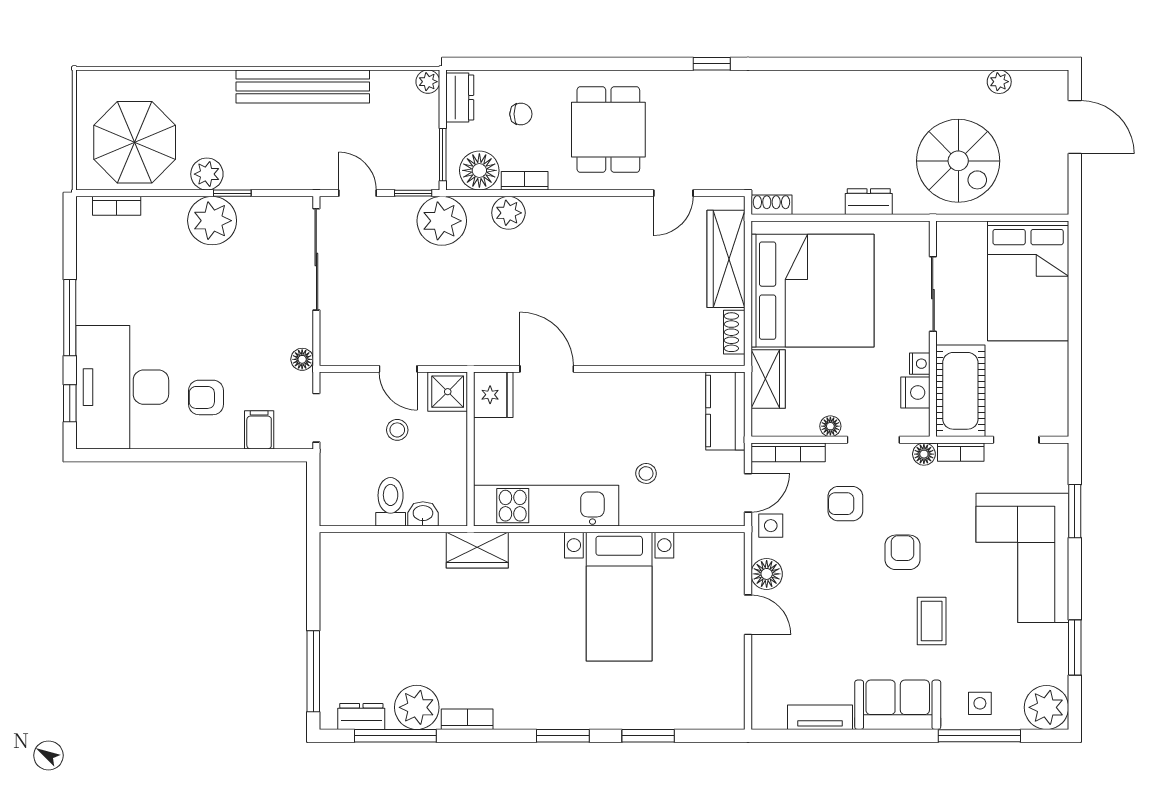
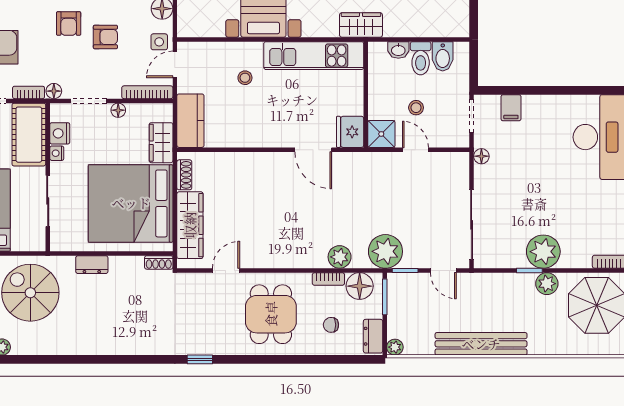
armchair: (206, 397) -> (547, 130), removed
bidet: (358, 504) -> (443, 56), added
armchair: (845, 504) -> (105, 37), moved

